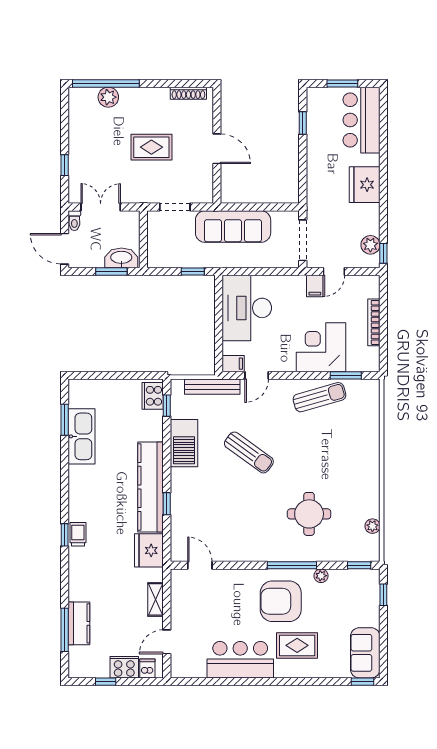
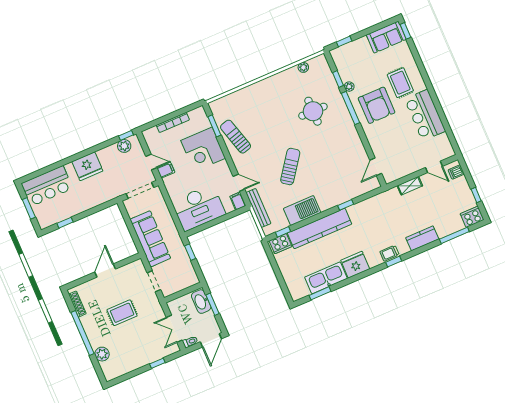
window: (106, 83) -> (82, 333), moved
rug: (151, 147) -> (122, 313), turned 90
kitchen counter: (150, 487) -> (320, 228), moved
fridge: (149, 550) -> (355, 265), moved, turned 180
window: (359, 565) -> (338, 79), moved
kitchen counter: (79, 623) -> (422, 238), moved
cooker: (124, 667) -> (472, 217), moved, turned 90

